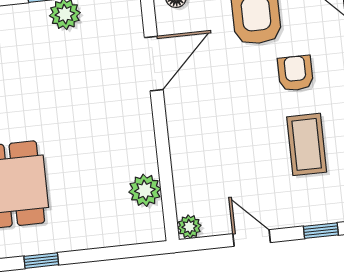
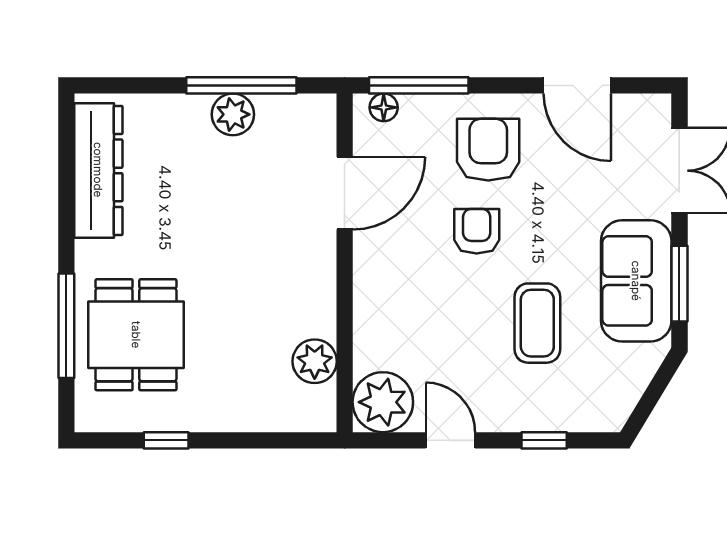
armchair: (295, 73) -> (477, 231), moved
plant: (189, 227) -> (383, 402), width x1.88, depth x1.88

